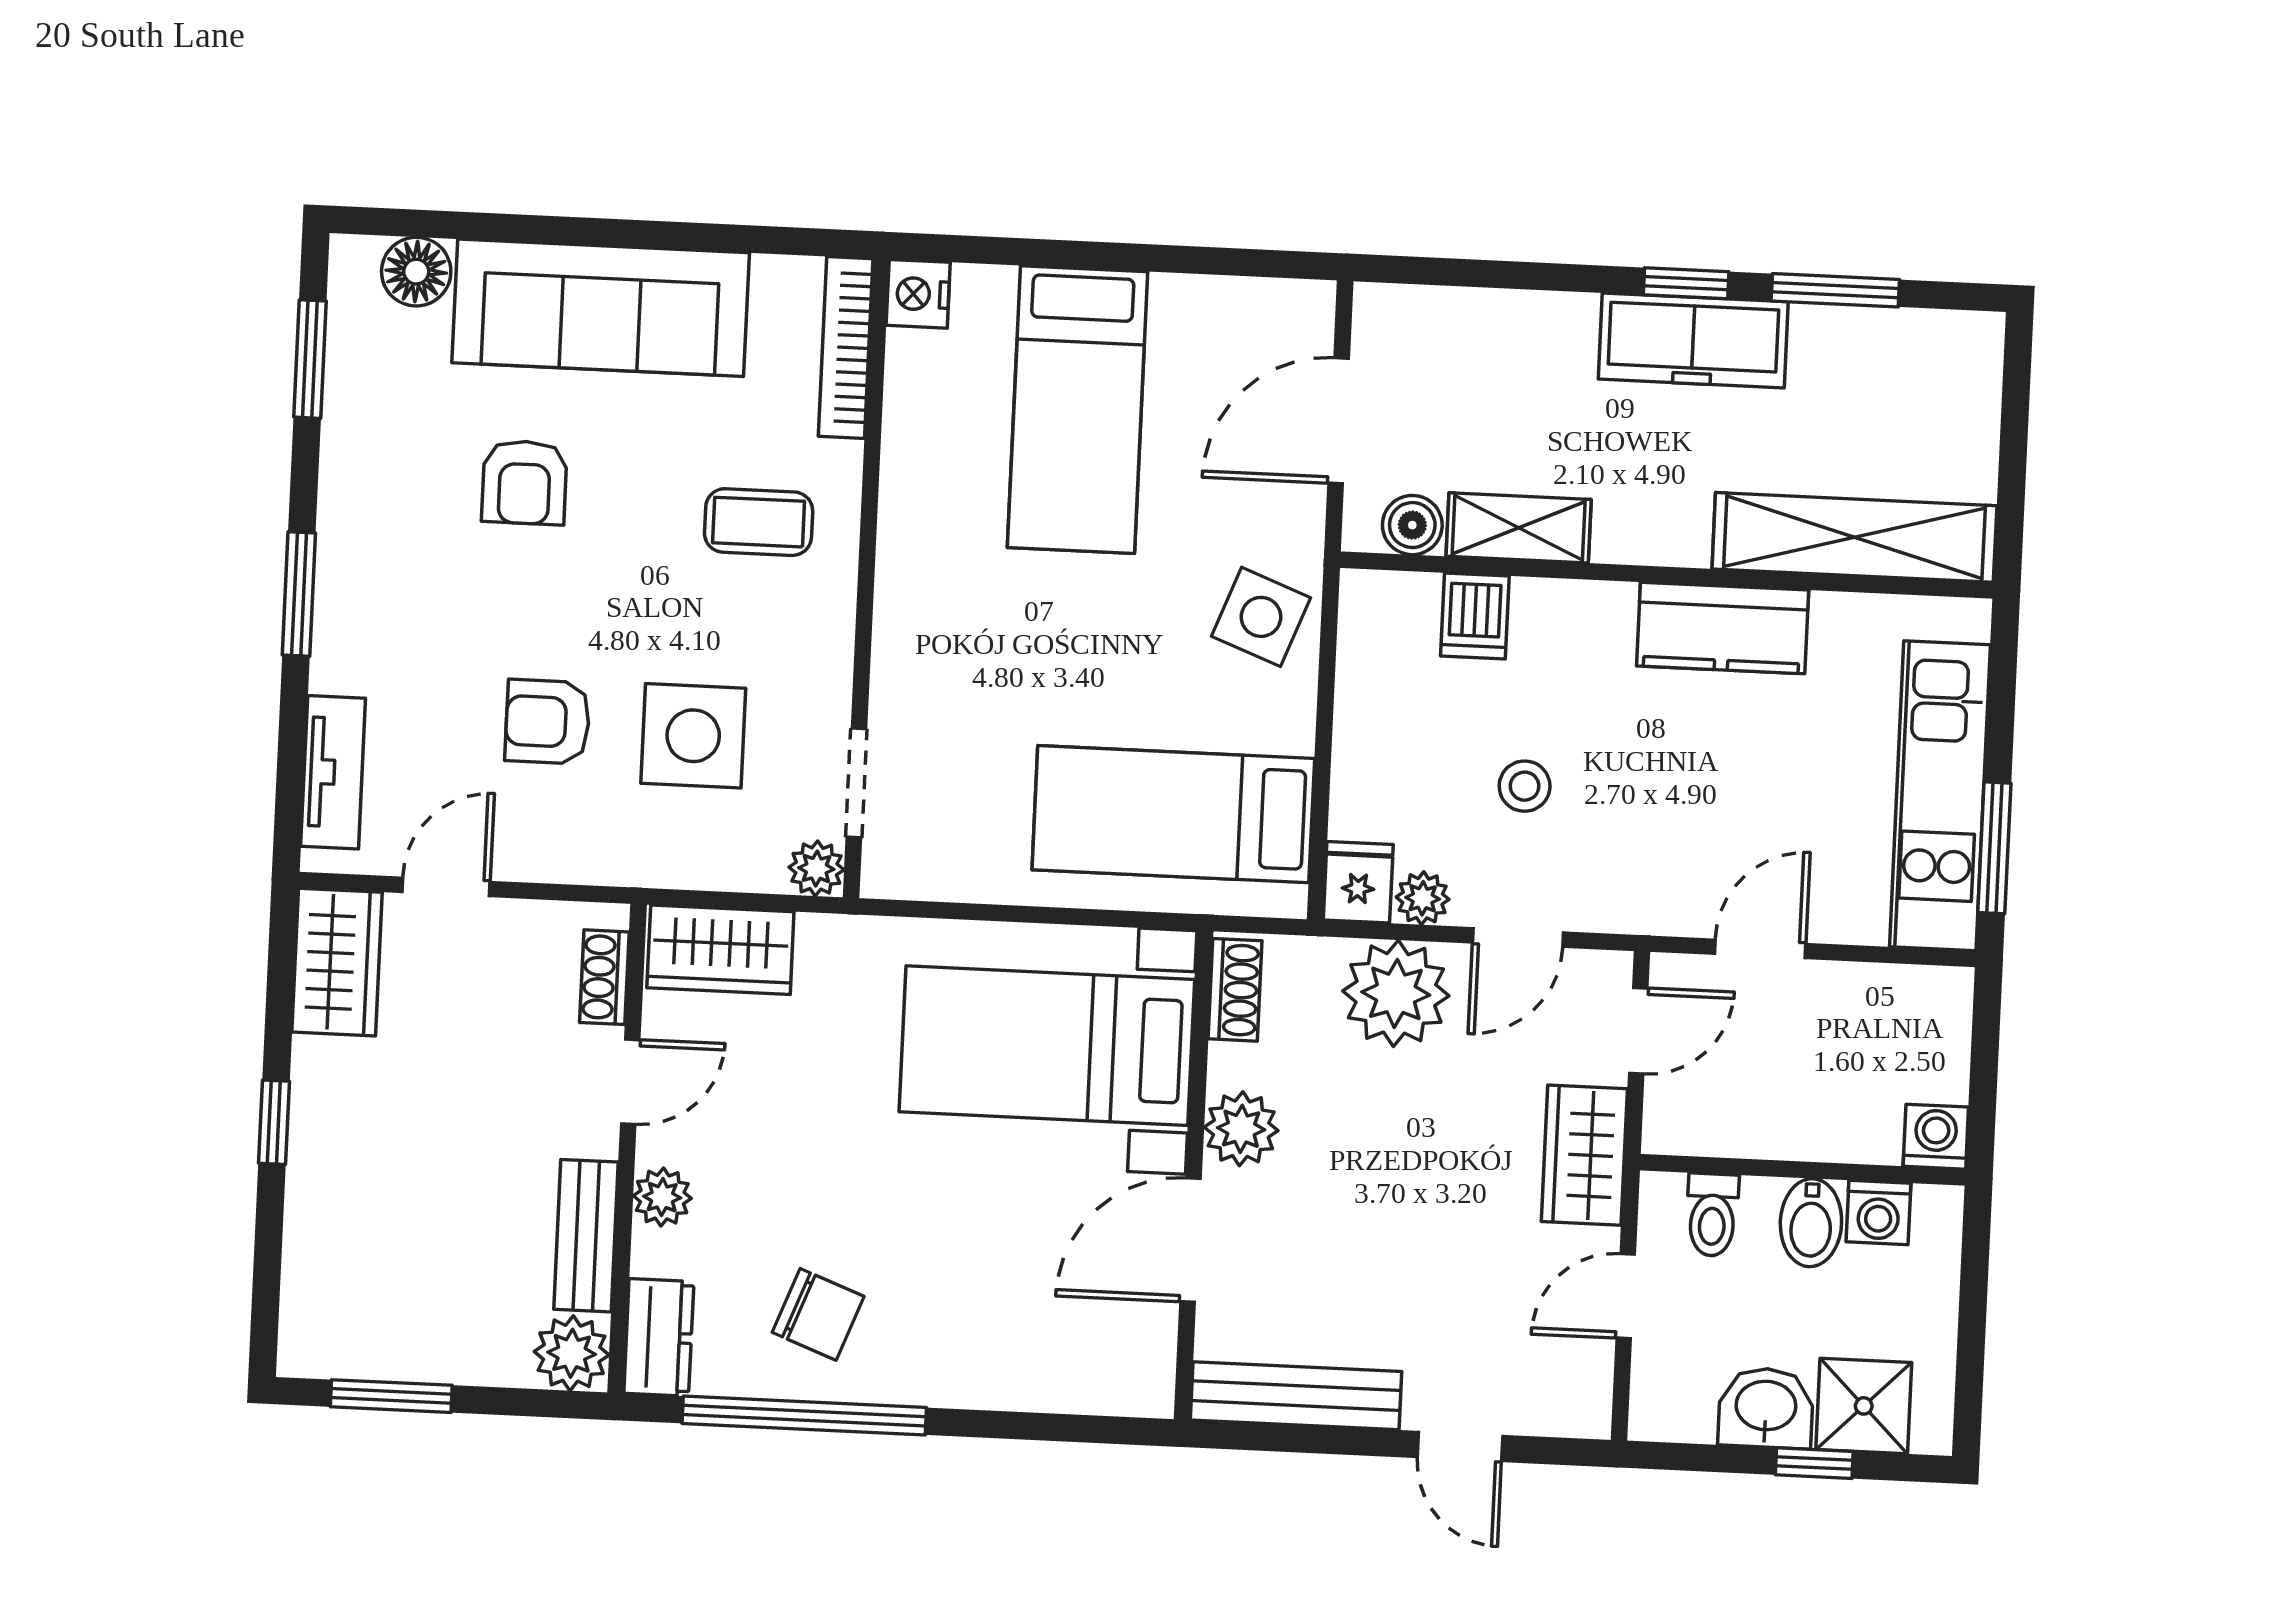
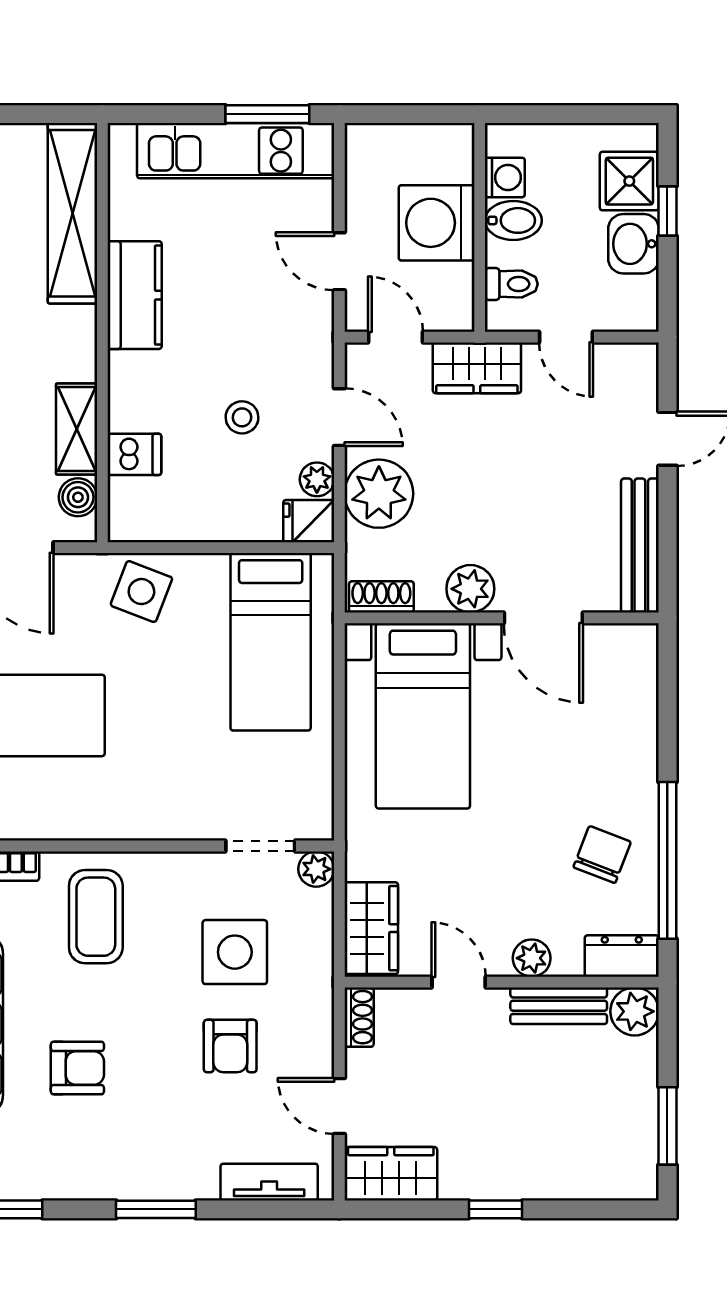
coffee table: (759, 522) -> (96, 917), width x1.36, depth x1.30
shoe rack: (604, 977) -> (359, 1017), moved, turned -90
washing machine: (1936, 1137) -> (437, 223), moved, width x1.89, depth x1.89

